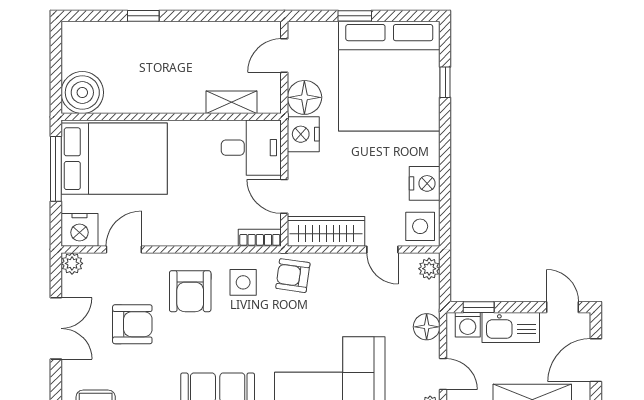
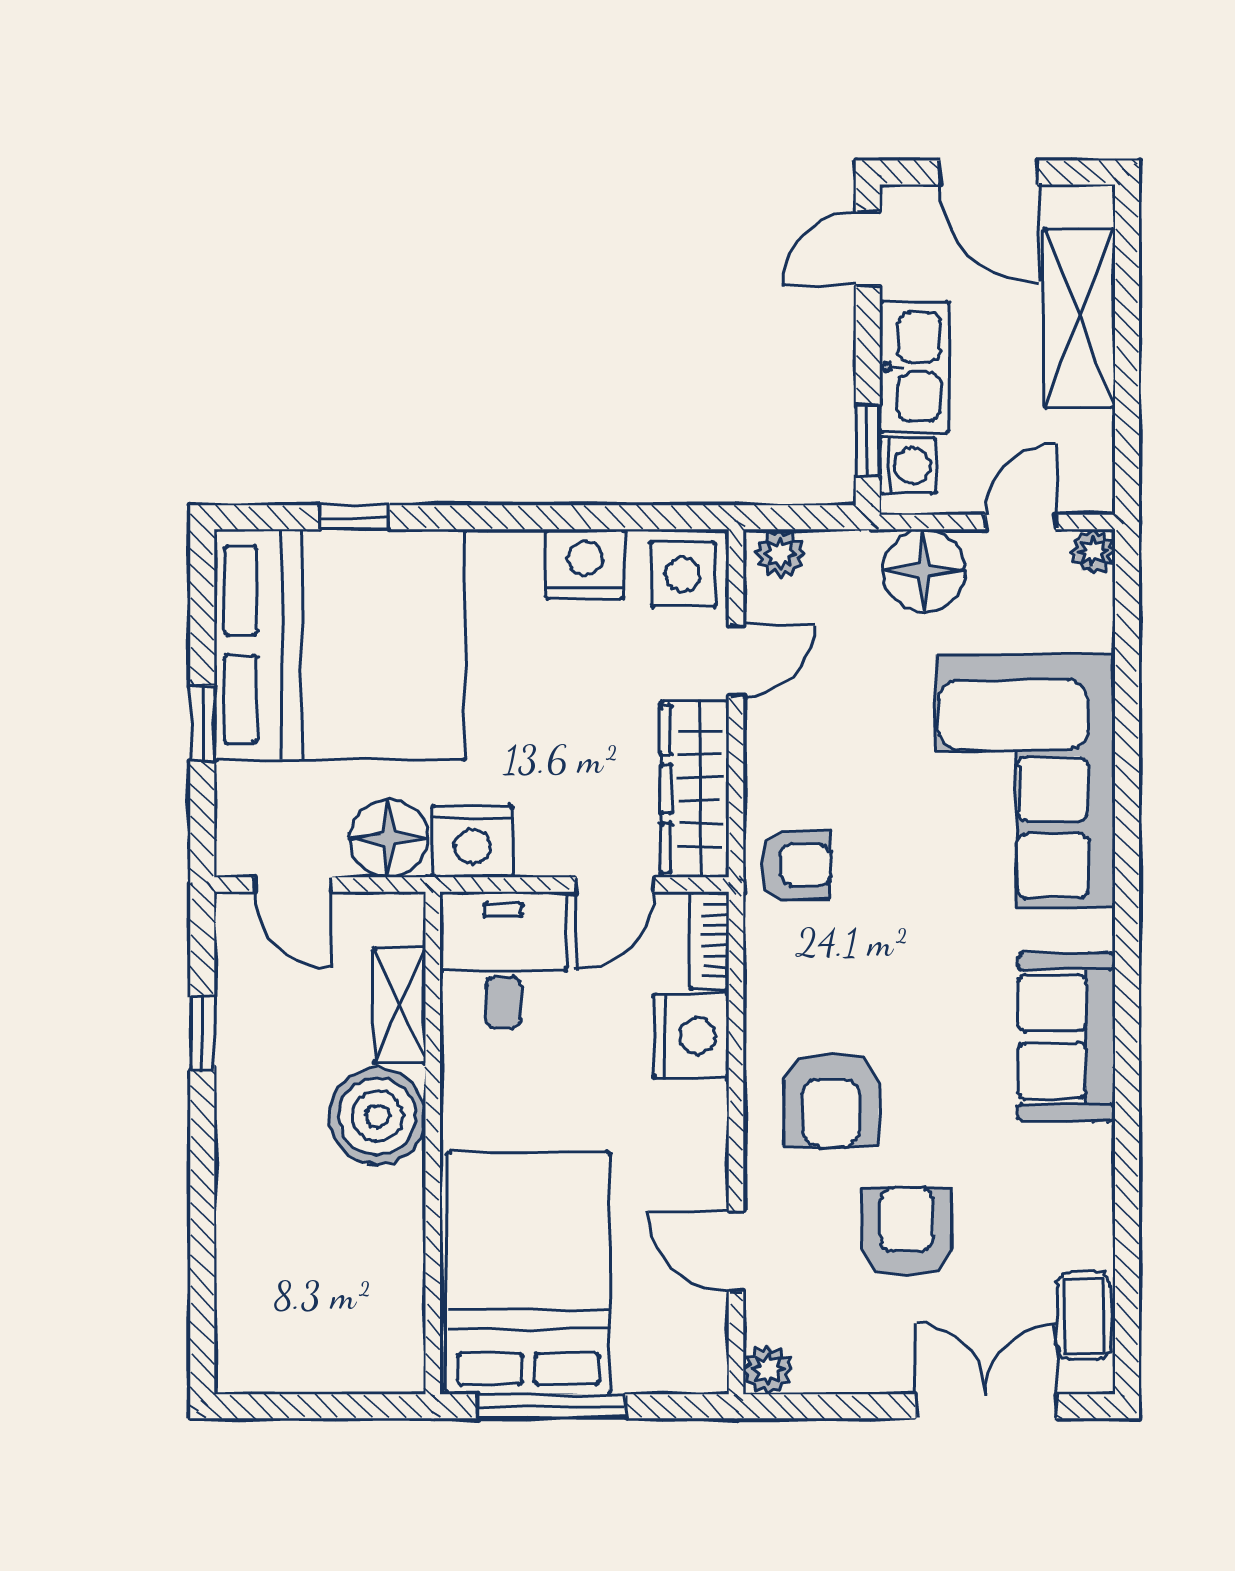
window: (143, 16) -> (202, 1034), moved
boiler: (82, 92) -> (377, 1116), moved
nightstand: (79, 230) -> (691, 1036), moved
armchair: (293, 276) -> (796, 865), turned -98
side table: (243, 282) -> (811, 979), removed
armchair: (190, 291) -> (831, 1100), turned 90
floor lamp: (427, 327) -> (924, 571), width x1.38, depth x1.38
double door: (56, 328) -> (986, 1406), moved

